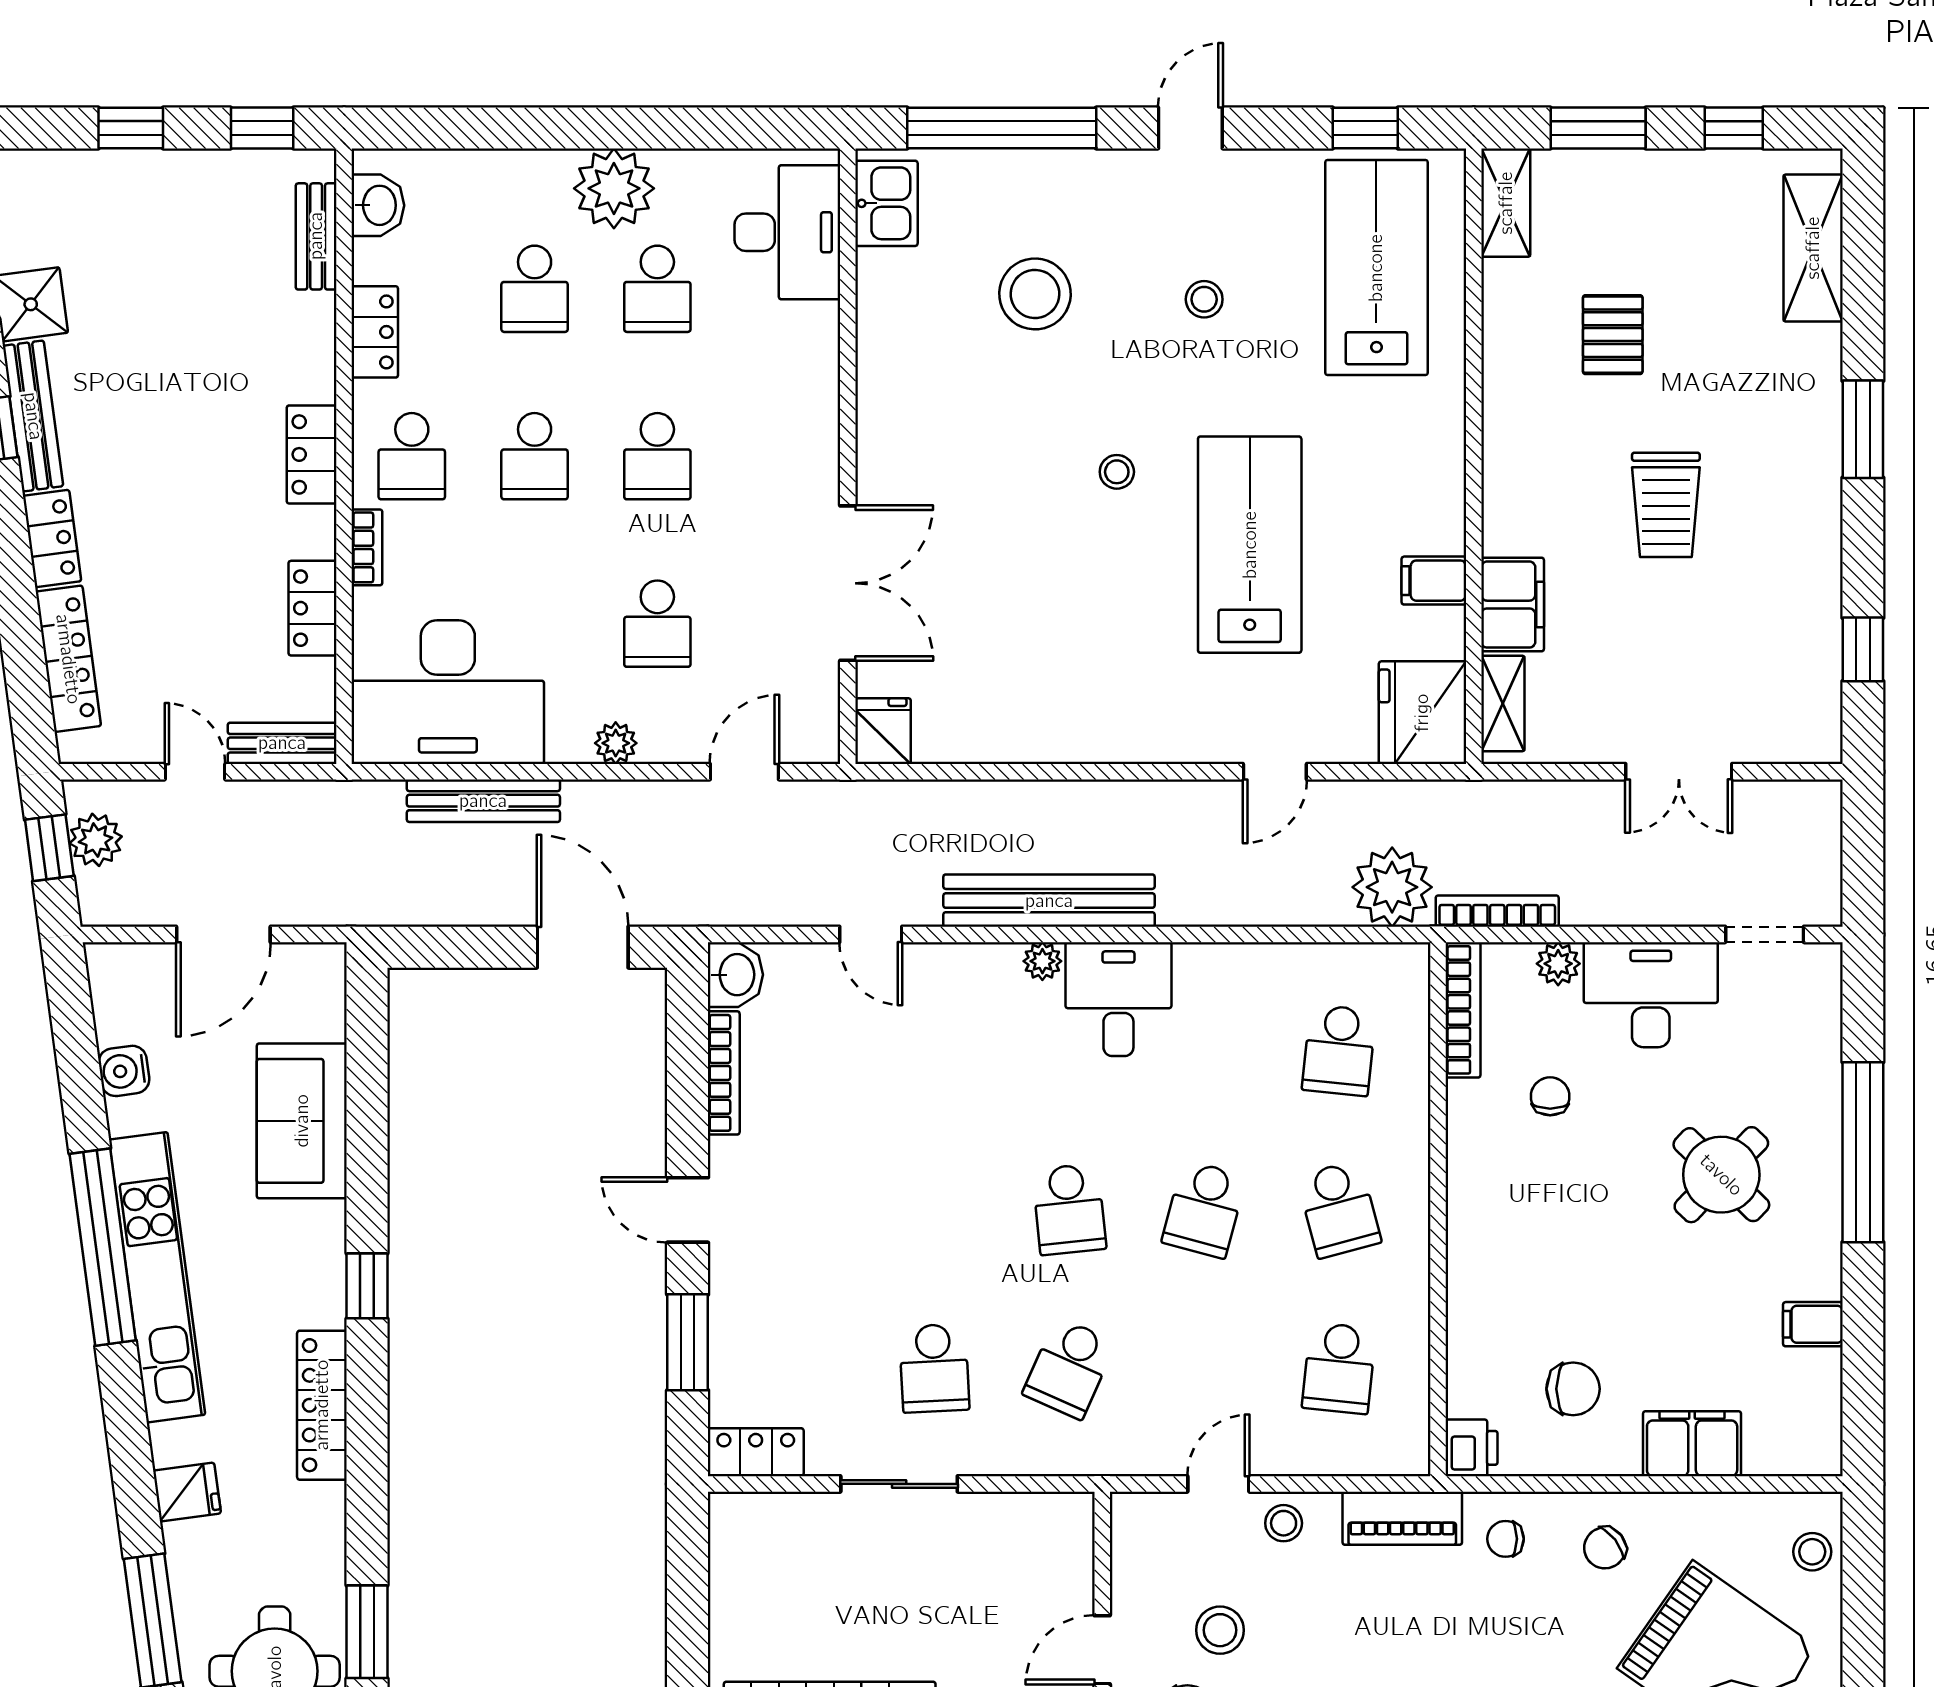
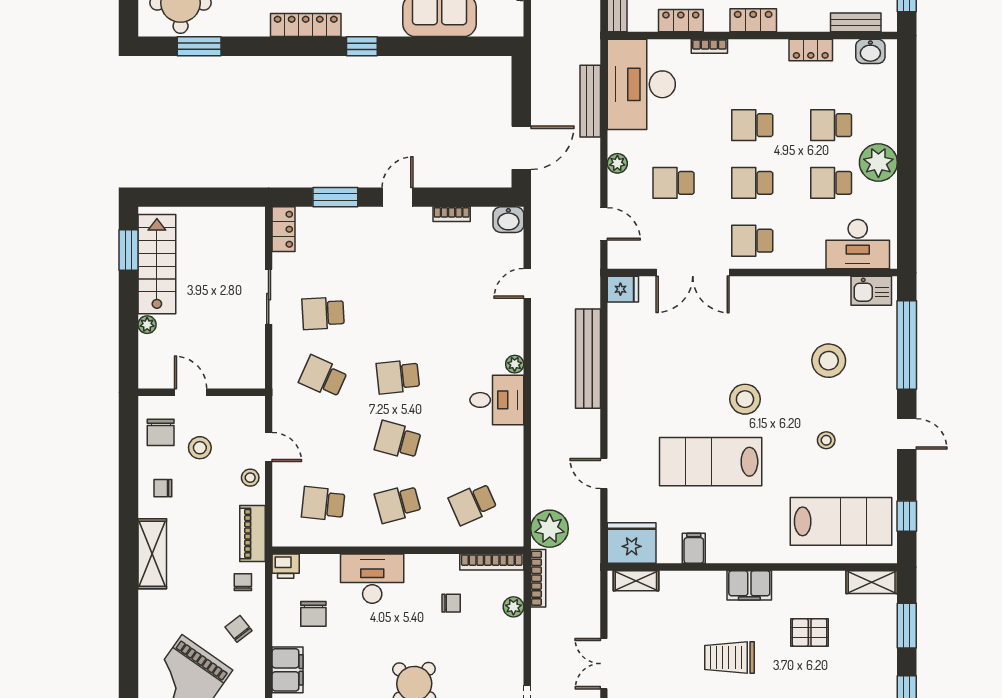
school desk: (412, 456) -> (752, 241), moved
stool: (1117, 472) -> (745, 399), width x1.89, depth x1.89
lab bench: (1250, 545) -> (711, 462), turned 180
filing cabinet: (1513, 605) -> (749, 585), moved
bench: (1049, 901) -> (588, 359), moved
desk: (1651, 995) -> (372, 579), moved, turned -90
school desk: (1339, 1050) -> (473, 504), turned -30
bookcase: (724, 1073) -> (452, 214), width x0.64

